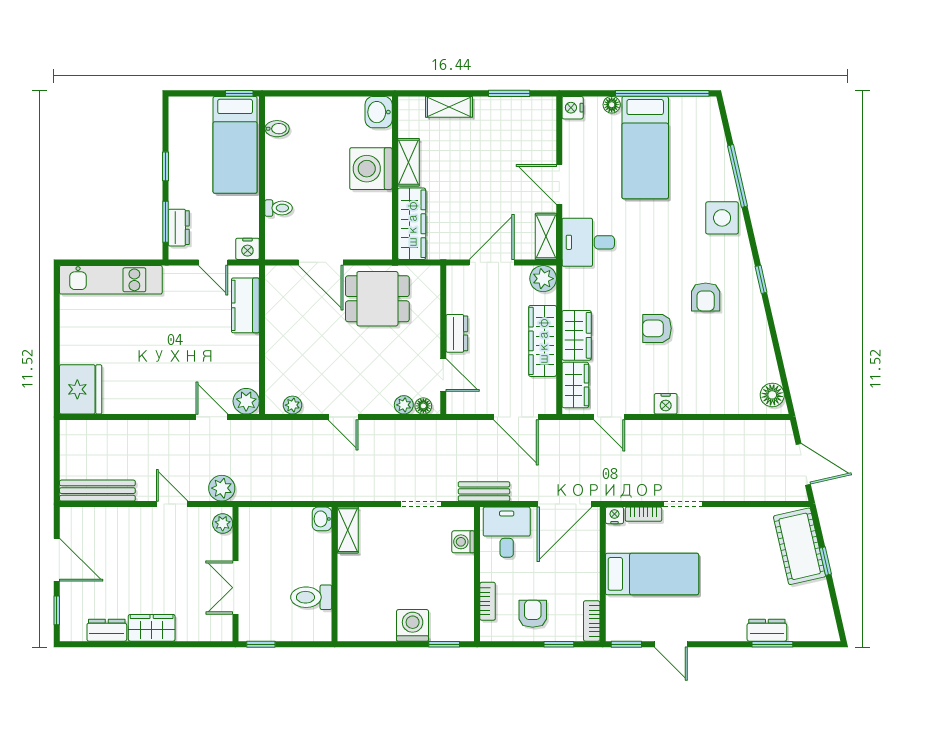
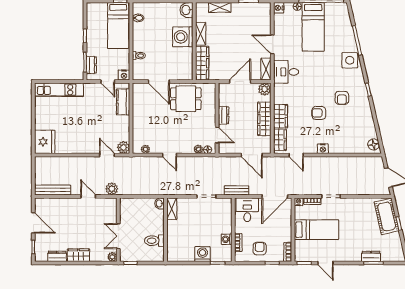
plant: (223, 523) -> (112, 257), moved
washing machine: (463, 542) -> (227, 239), moved

